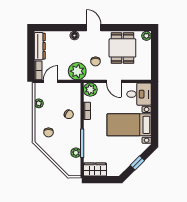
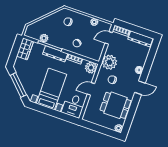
door: (51, 81) -> (109, 38), swing flipped
dresser: (89, 134) -> (55, 54), added
window: (137, 163) -> (18, 85), width x2.17

